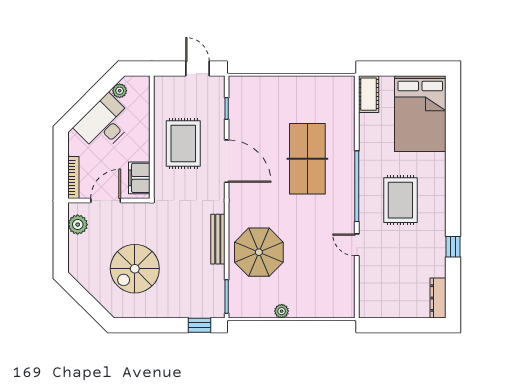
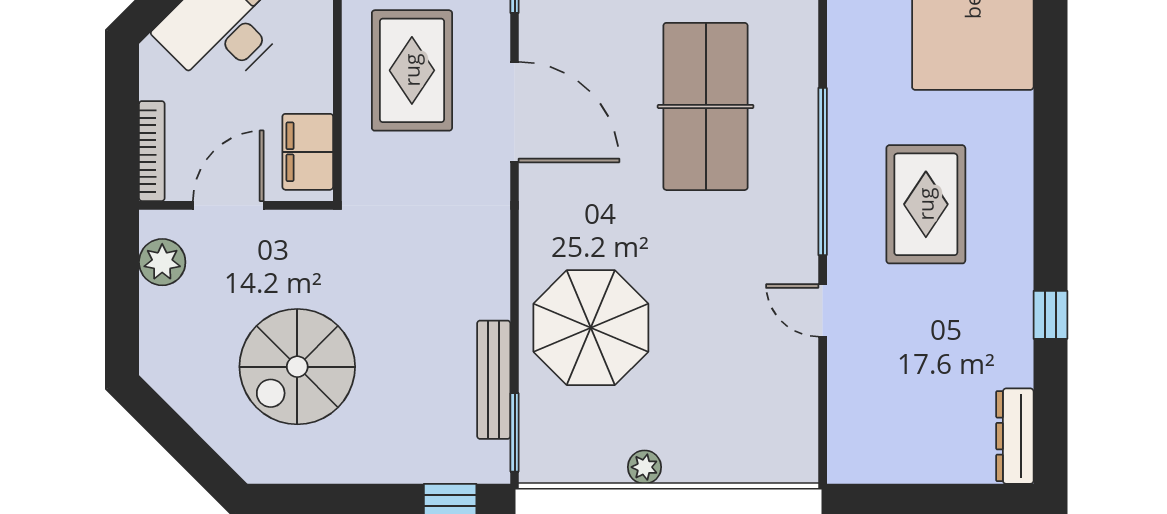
bench: (218, 239) -> (494, 380), moved

